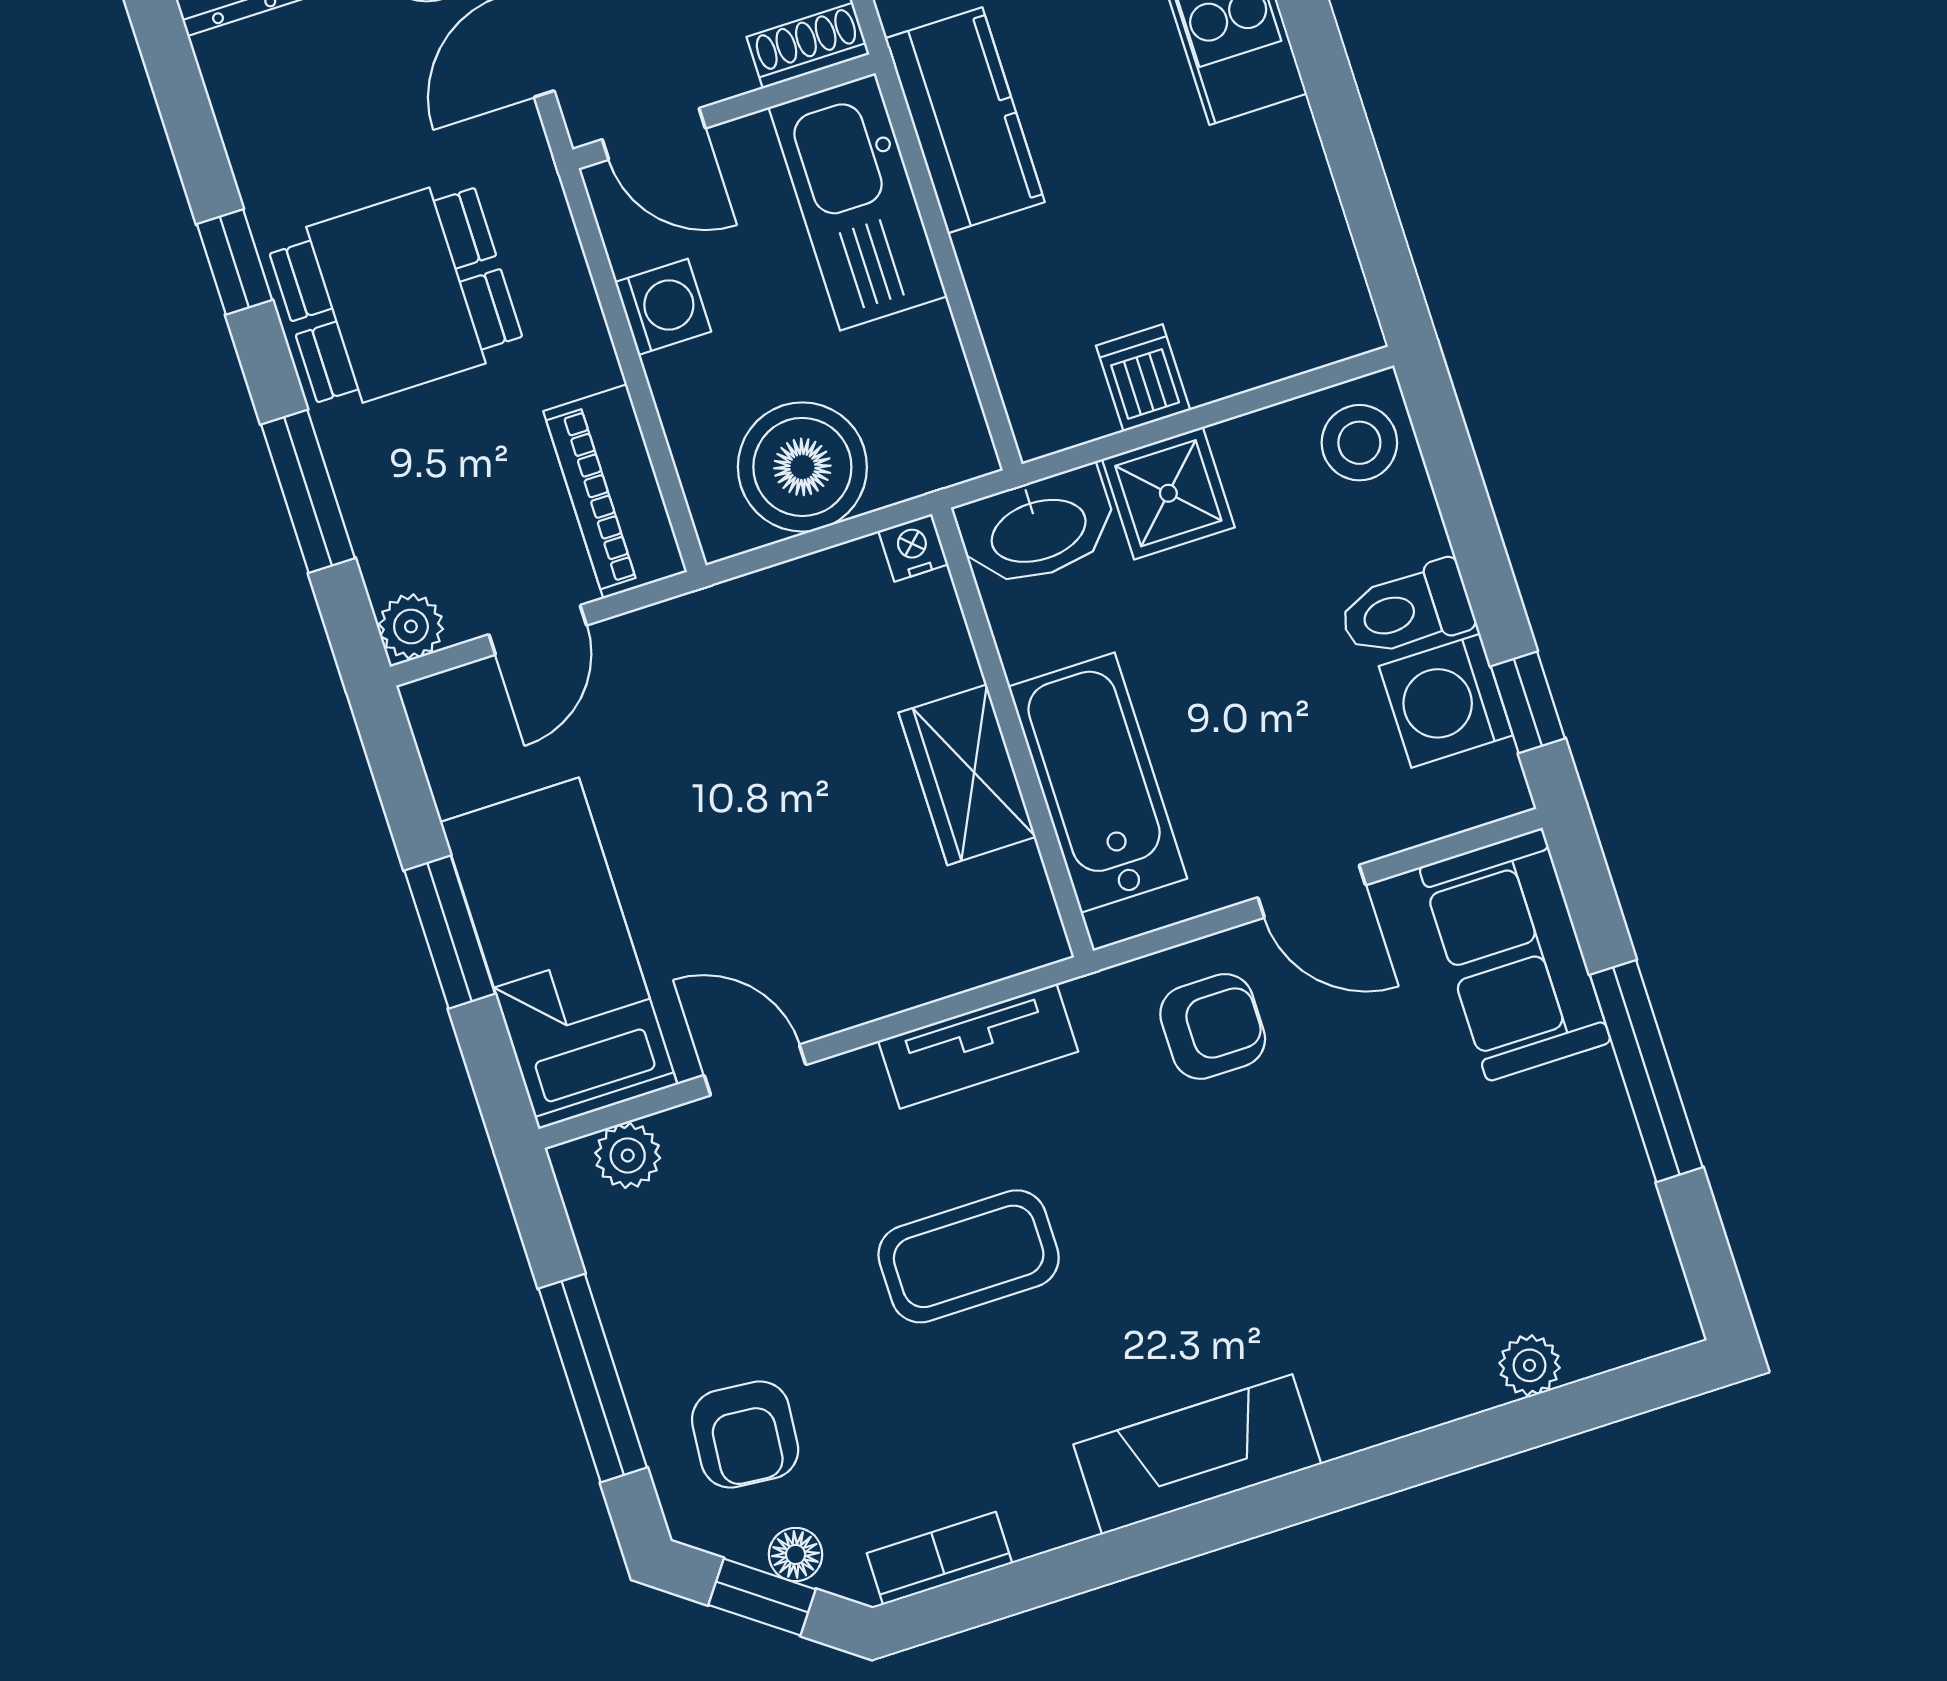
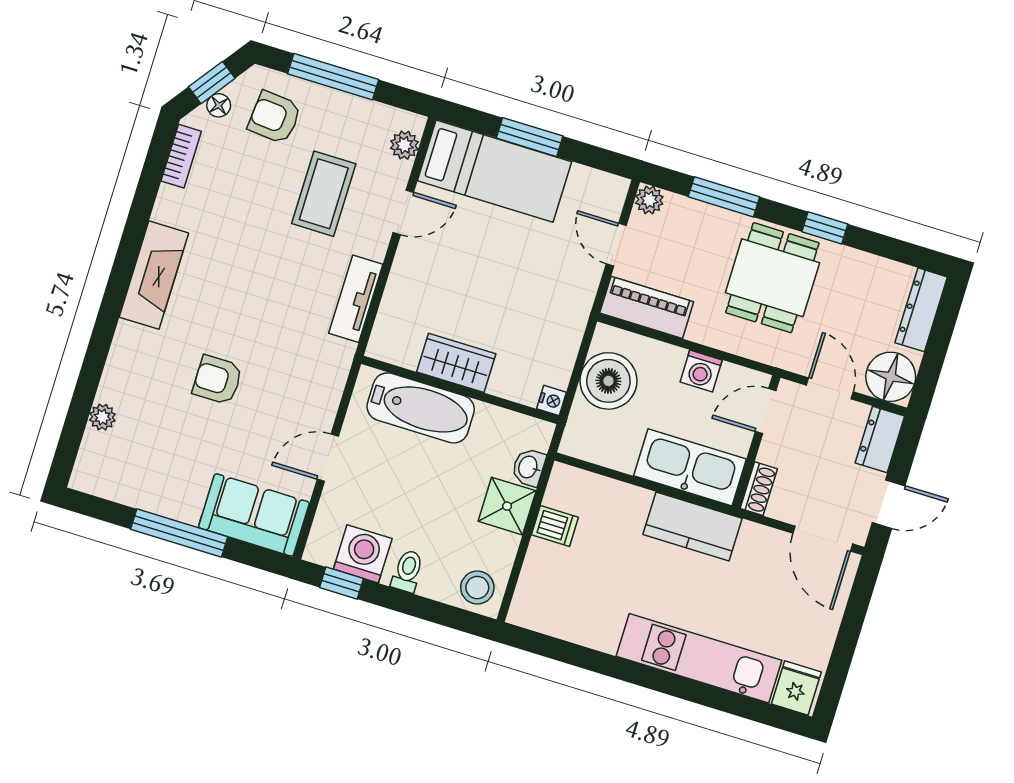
washbasin: (1038, 528) -> (529, 467), width x0.52, depth x0.69
toilet: (1406, 610) -> (407, 571), width x0.73, depth x0.72
armchair: (1213, 1026) -> (217, 380), moved, turned 90
coffee table: (969, 1256) -> (324, 194), moved

